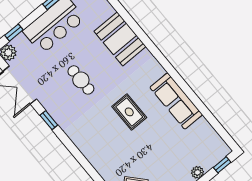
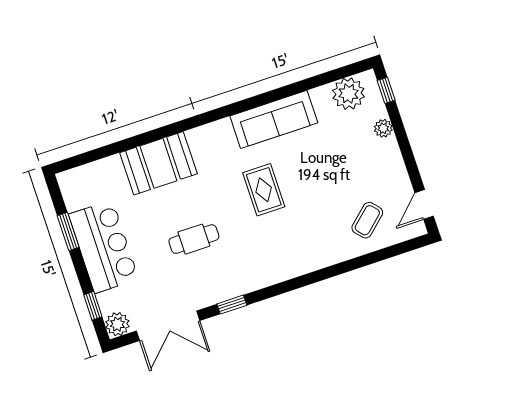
rug: (129, 112) -> (264, 190), turned 90
plant: (211, 142) -> (348, 94), added

